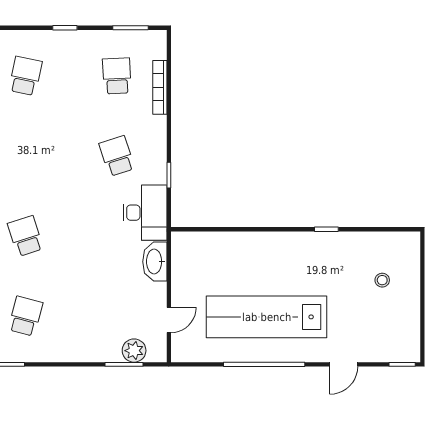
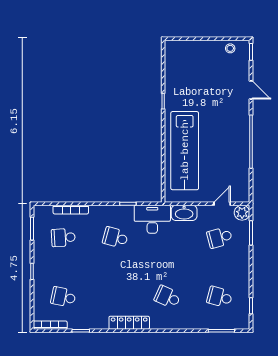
school desk: (117, 156) -> (115, 238), turned 33
school desk: (25, 236) -> (168, 297), turned 42
stool: (382, 280) -> (230, 48), moved
school desk: (117, 316) -> (220, 238), added
lab bench: (267, 317) -> (185, 151), moved
door: (169, 320) -> (222, 204), hinge flipped
plant: (134, 351) -> (242, 213), moved

